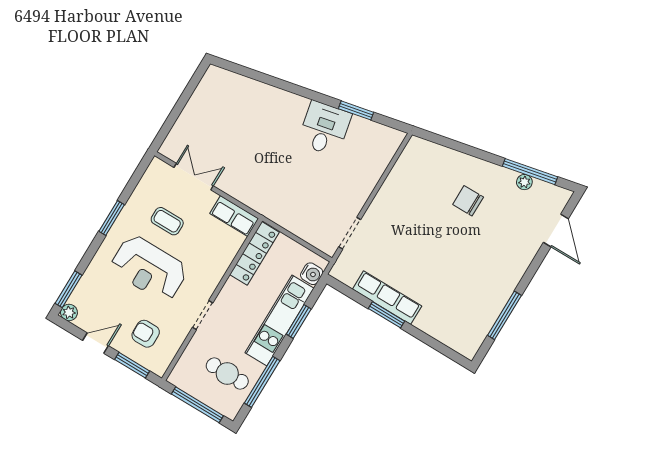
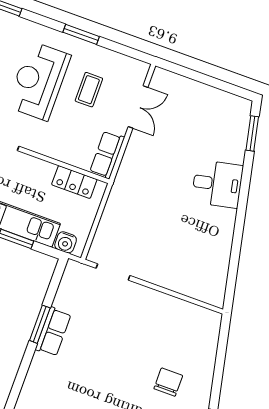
window: (356, 110) -> (252, 133), moved
desk: (325, 128) -> (217, 184), moved
locker: (254, 253) -> (74, 182), width x0.66
row of seats: (387, 298) -> (53, 332), width x0.68

